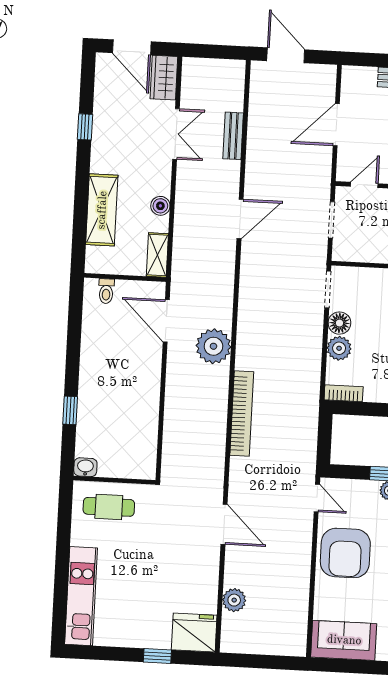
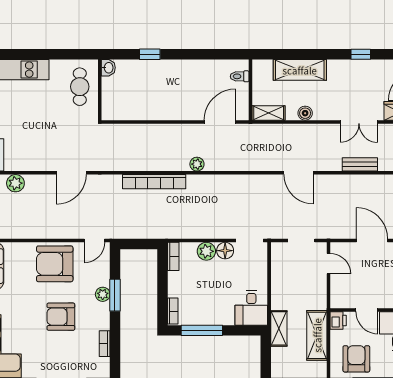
plant: (213, 346) -> (197, 164), width x0.53, depth x0.53

